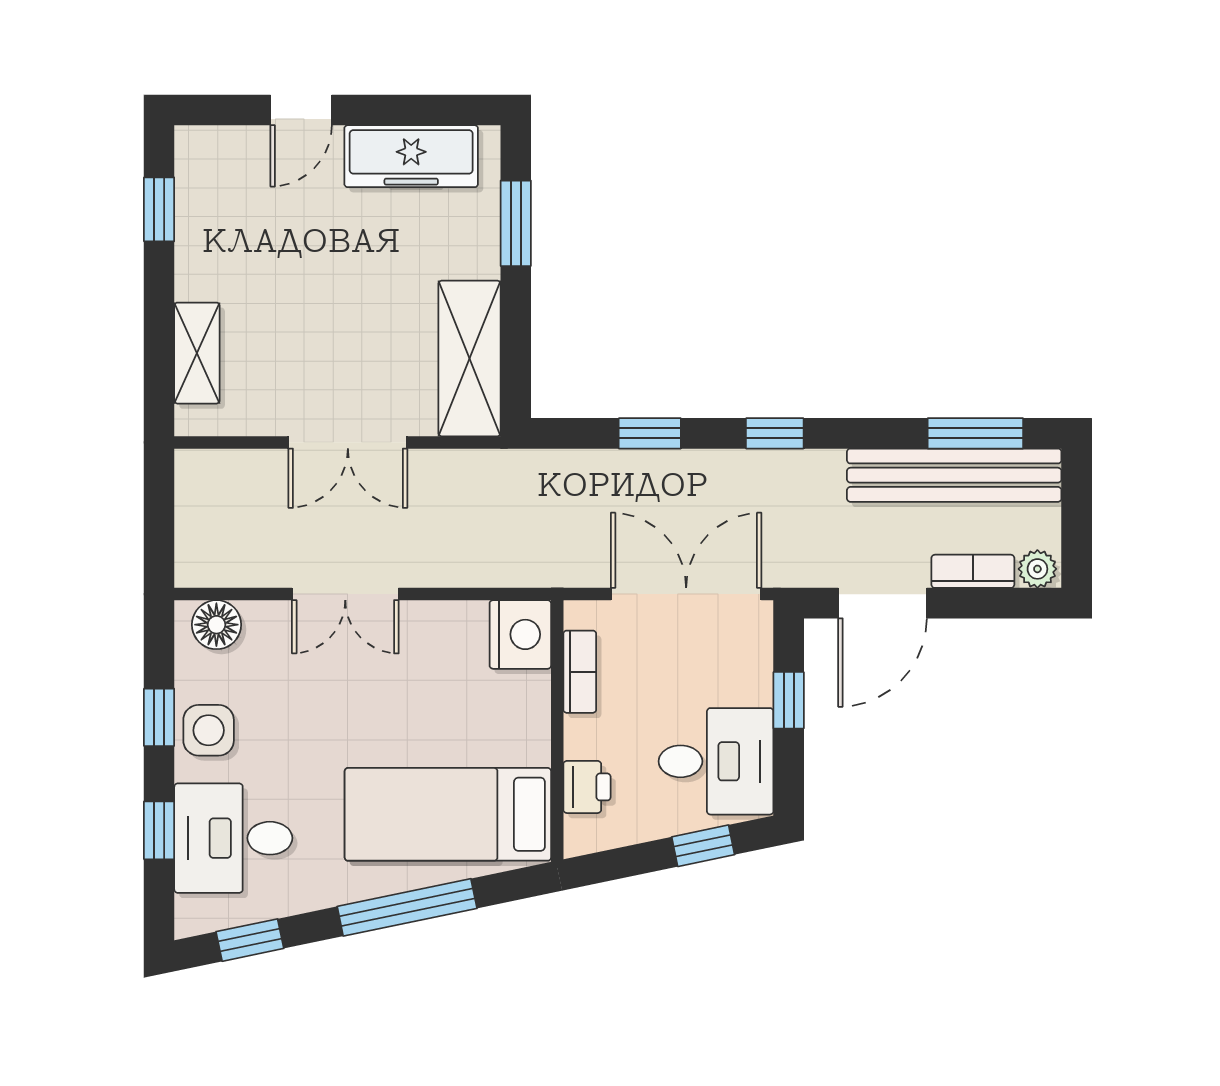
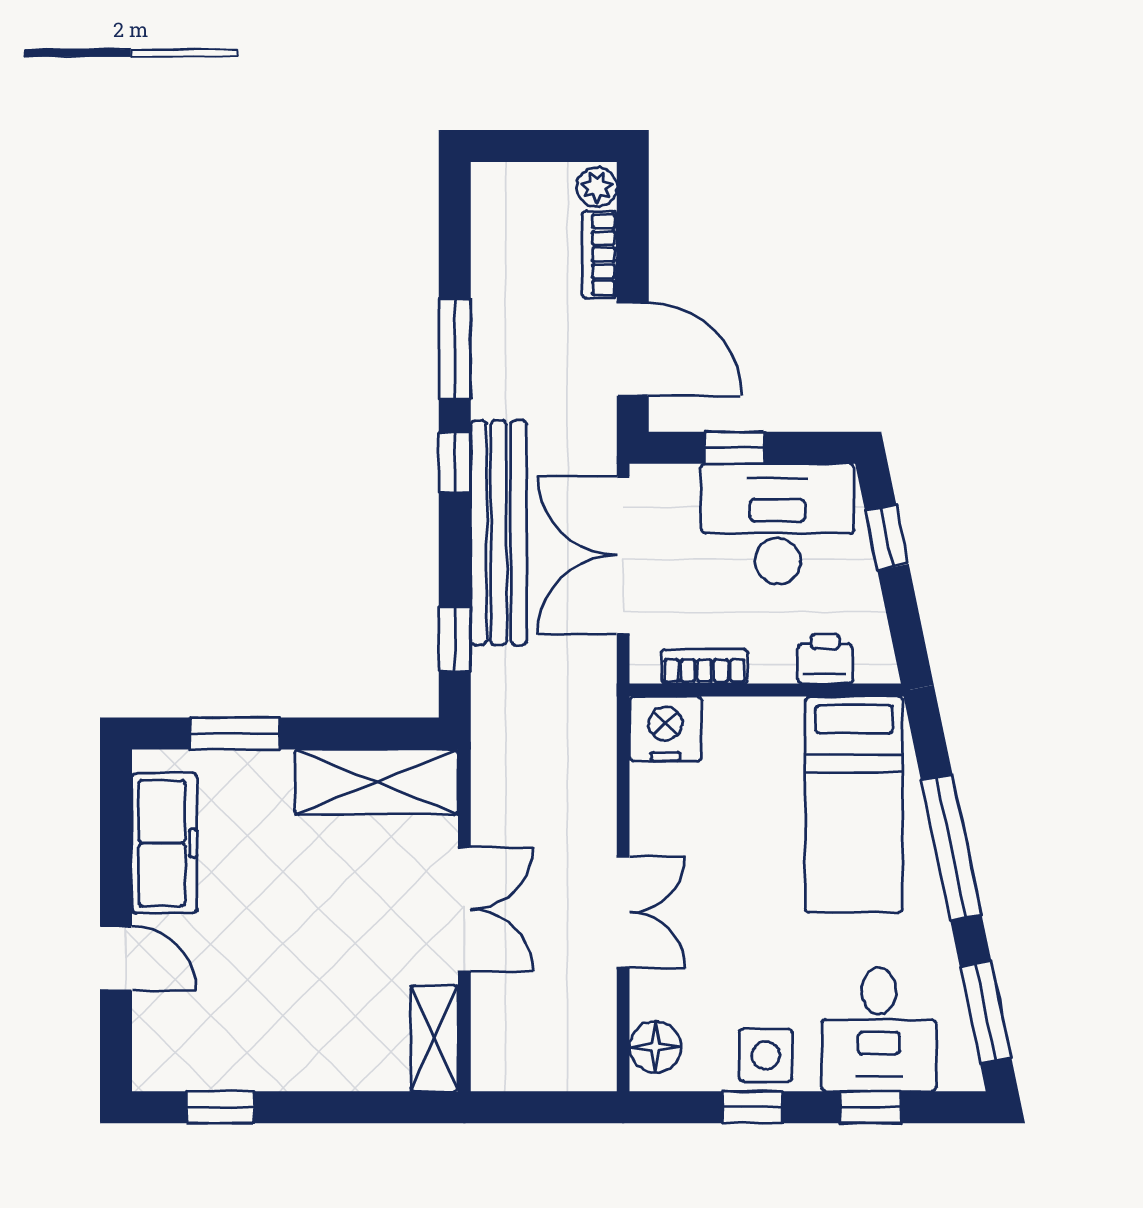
shelving: (197, 353) -> (434, 1038), moved, turned 90
window: (650, 433) -> (455, 639), moved
window: (975, 433) -> (455, 349), moved
bench: (954, 475) -> (499, 533), moved
desk: (716, 761) -> (778, 524), width x1.37
window: (250, 940) -> (986, 1012), width x1.50

